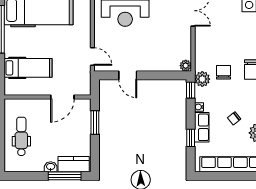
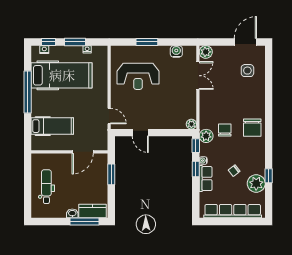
window: (191, 138) -> (196, 169), moved

